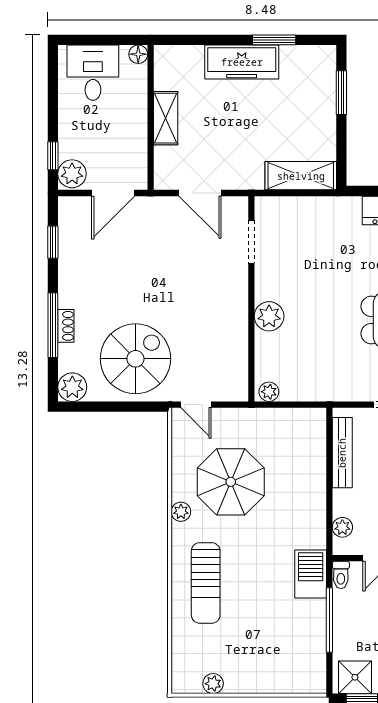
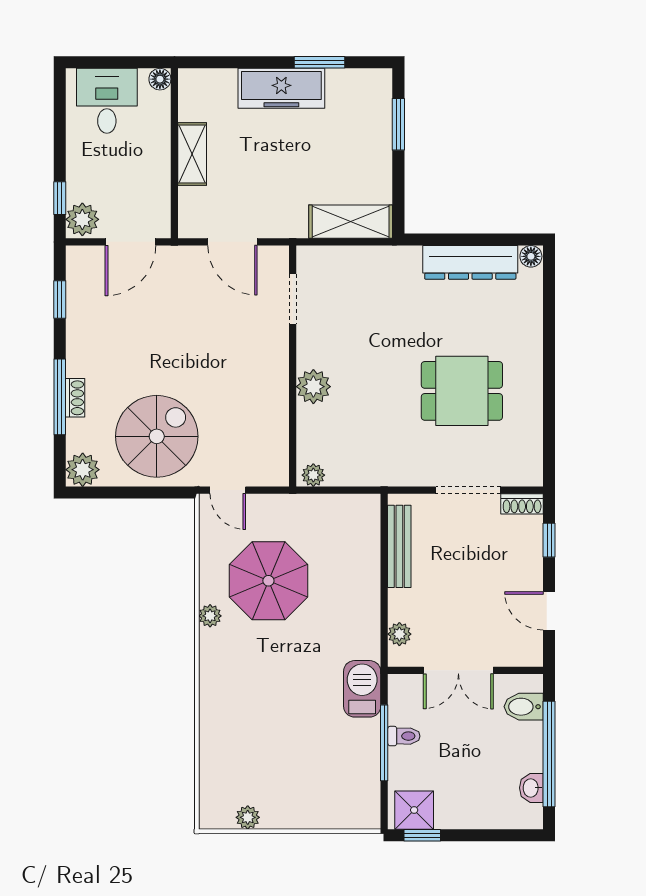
toilet: (341, 575) -> (404, 736), moved, turned -90
sun lounger: (206, 583) -> (239, 699), removed

